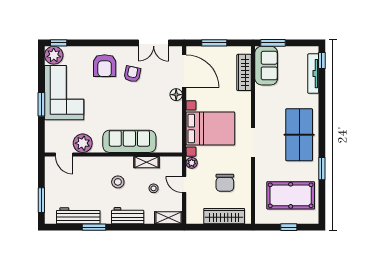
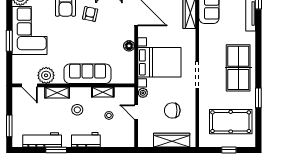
floor lamp: (176, 95) -> (129, 46), moved
chair: (225, 183) -> (172, 110), turned 90
shelving: (168, 218) -> (57, 93), moved

